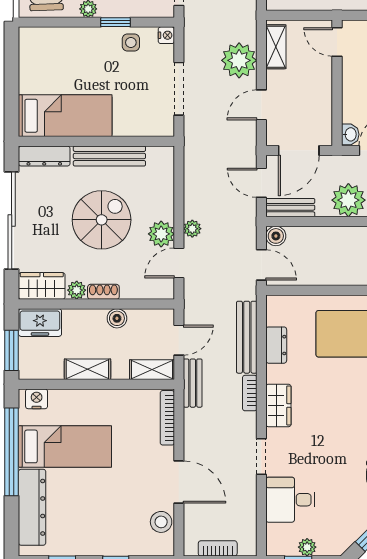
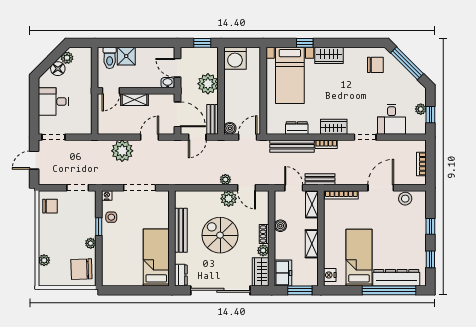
shelving: (276, 47) -> (134, 100), moved
door: (261, 105) -> (150, 137), swing flipped
dresser: (44, 156) -> (181, 275), width x0.70
window: (12, 452) -> (389, 290), moved

